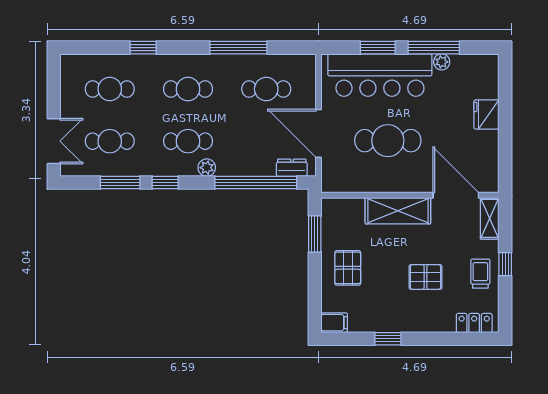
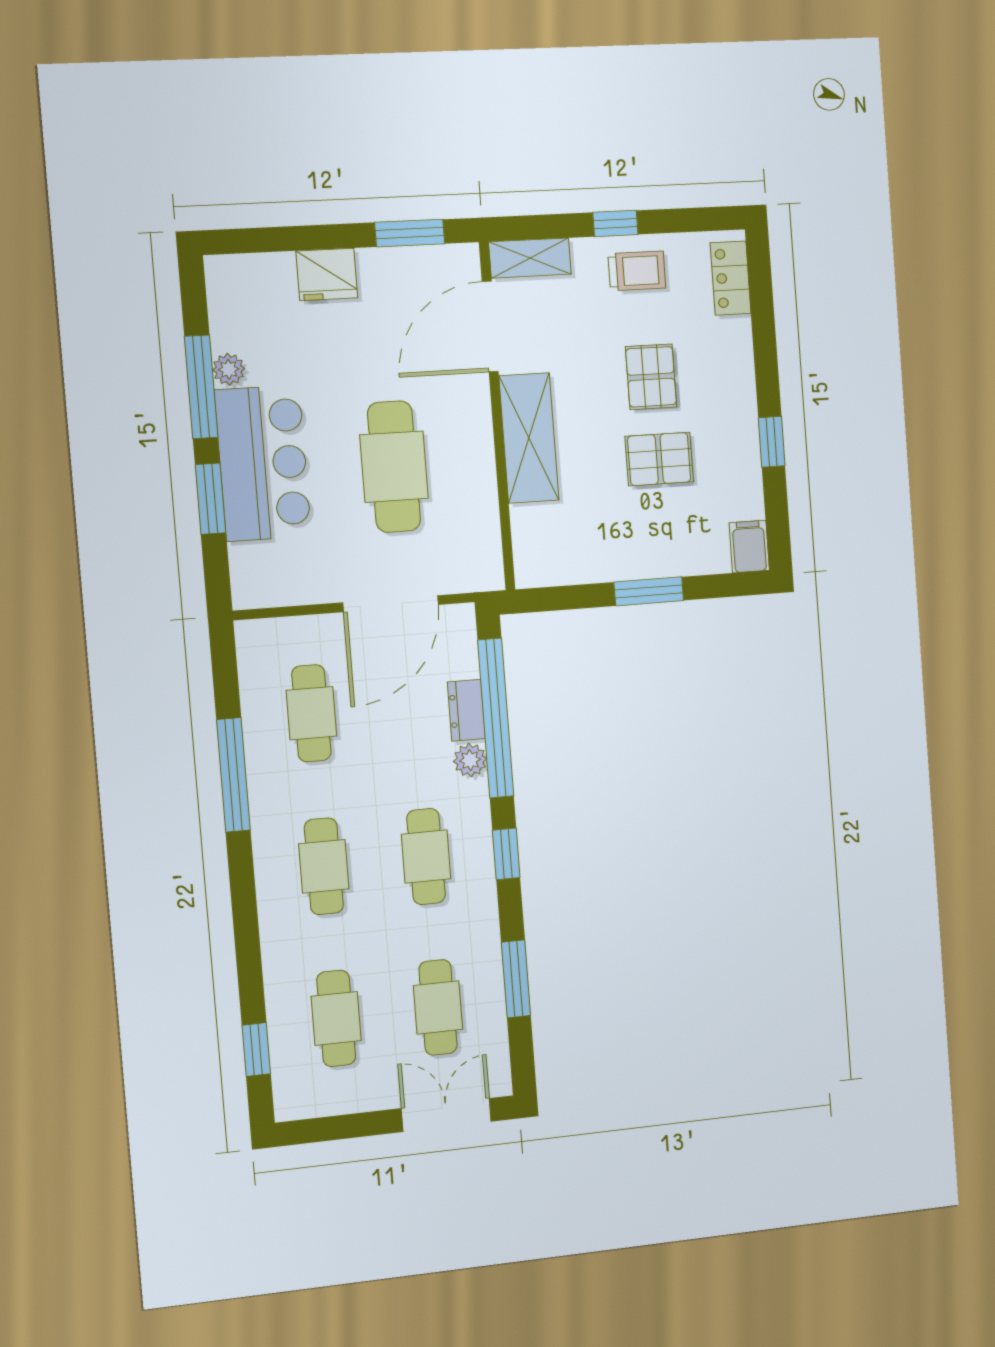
window: (143, 48) -> (256, 1050), moved
bar counter: (380, 75) -> (263, 463), width x0.73
window: (505, 158) -> (410, 233), added
plant: (207, 168) -> (470, 760), moved
dresser: (292, 168) -> (466, 710), moved
window: (165, 182) -> (506, 854), moved
window: (315, 234) -> (649, 591), moved
pallet: (348, 268) -> (659, 459), moved
trolley: (480, 274) -> (637, 271), turned 180

